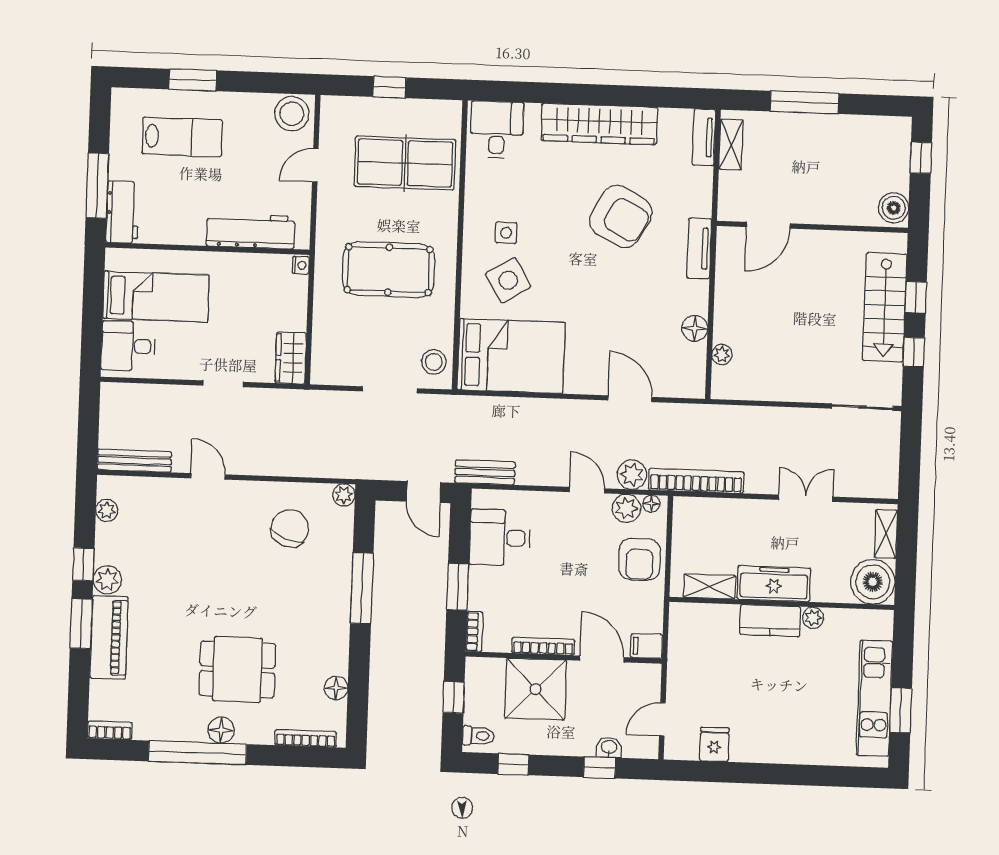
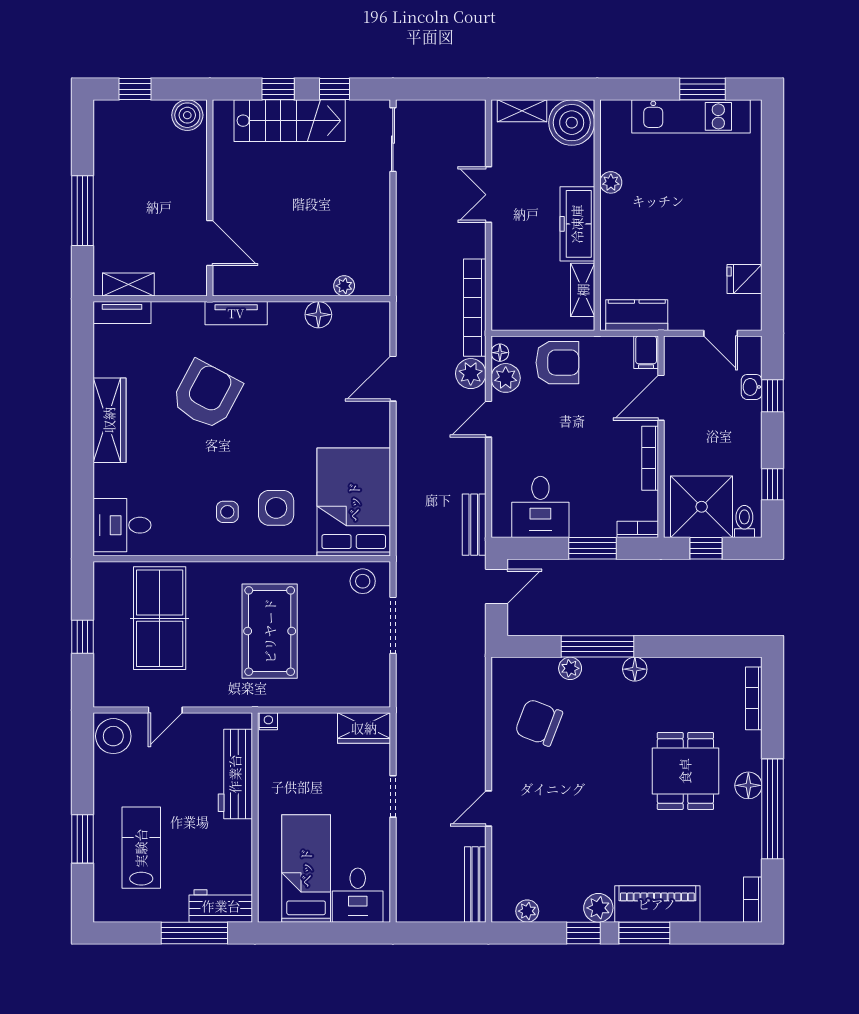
wardrobe: (599, 124) -> (109, 420), width x0.71, depth x0.85
door: (315, 165) -> (165, 710), hinge flipped
side table: (508, 280) -> (276, 508), turned 31
plant: (344, 495) -> (570, 668), moved
kitchen counter: (770, 621) -> (637, 315), moved, turned -90
floor lamp: (336, 688) -> (635, 669), moved
shower: (536, 689) -> (702, 507), moved

